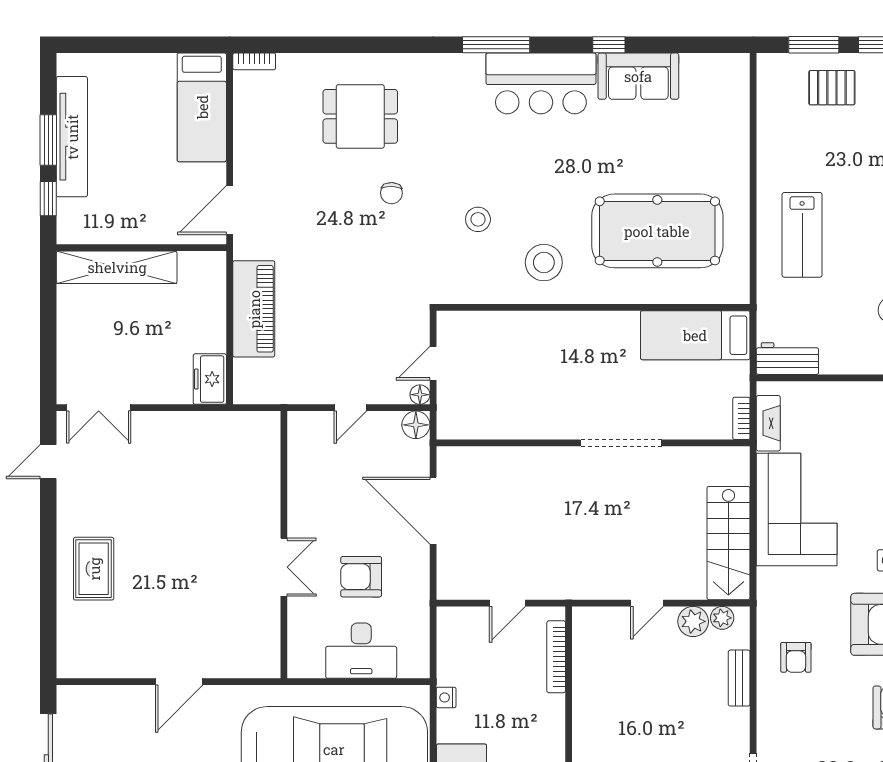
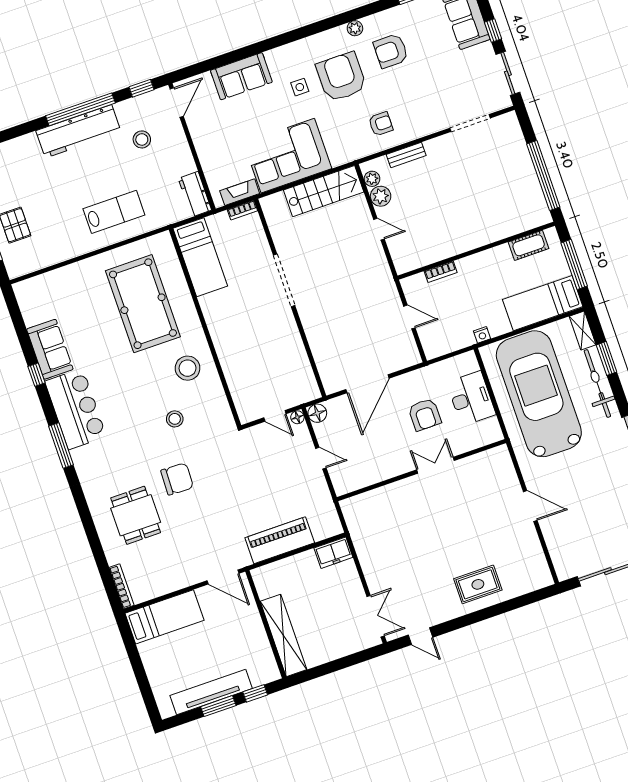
bookcase: (254, 61) -> (122, 586), width x1.56
chair: (391, 193) -> (177, 479), width x1.87, depth x1.87
bookcase: (556, 657) -> (441, 272), width x0.64

